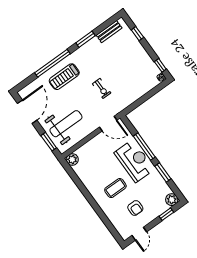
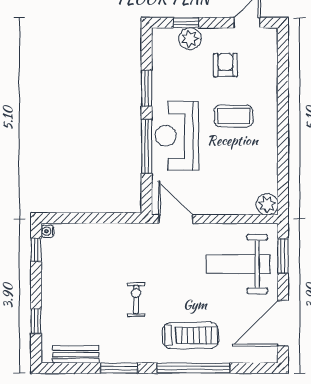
exercise bike: (102, 88) -> (136, 299), moved
plant: (172, 200) -> (190, 39), moved

